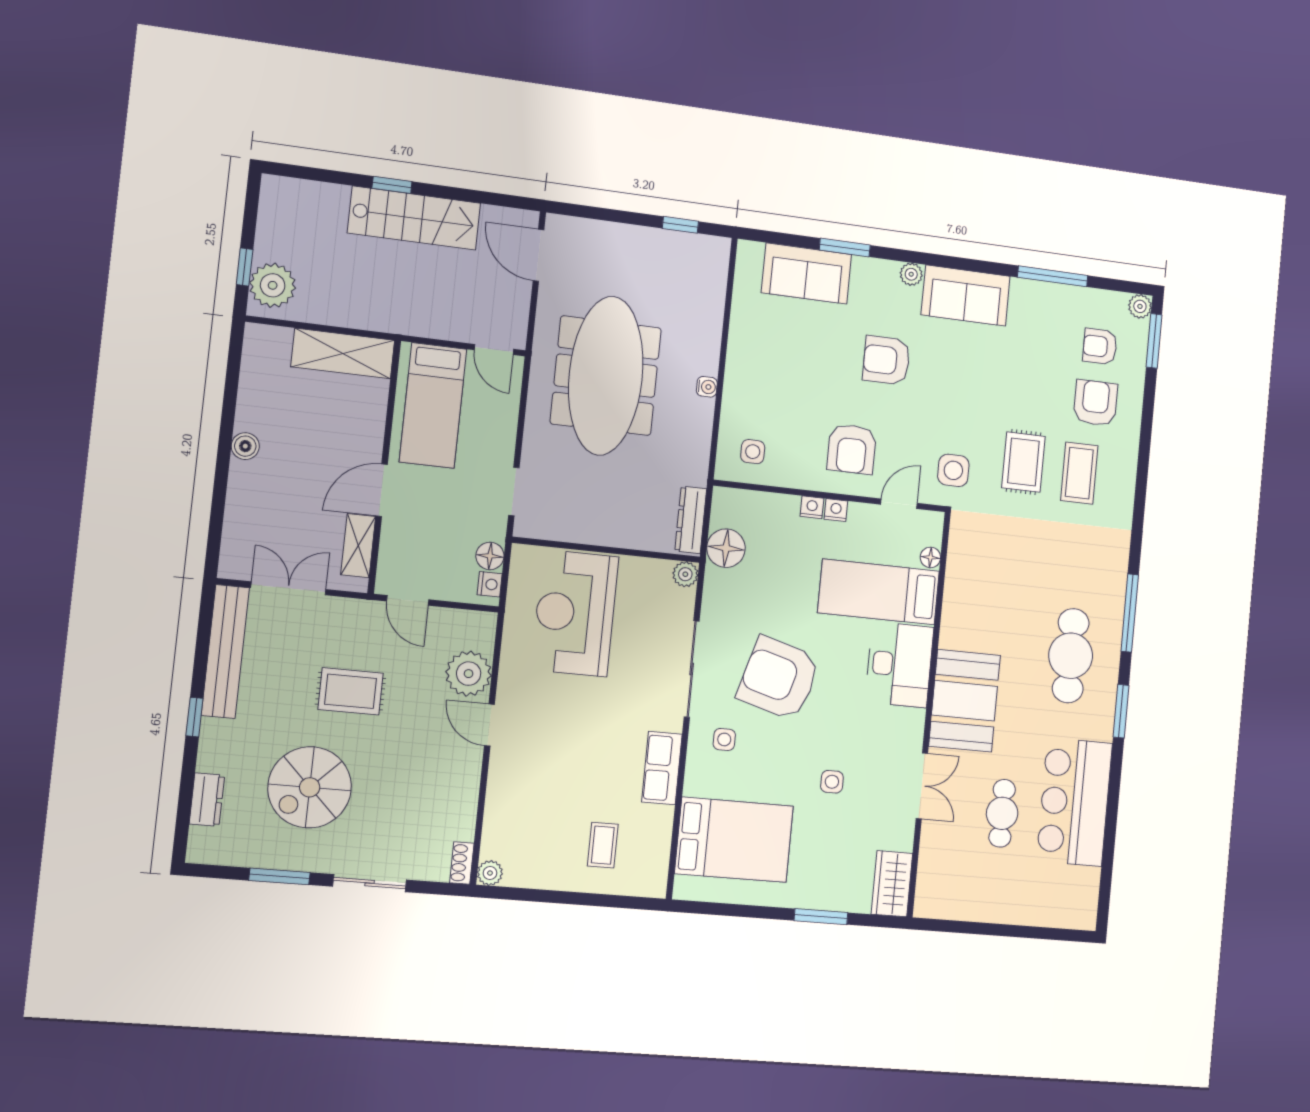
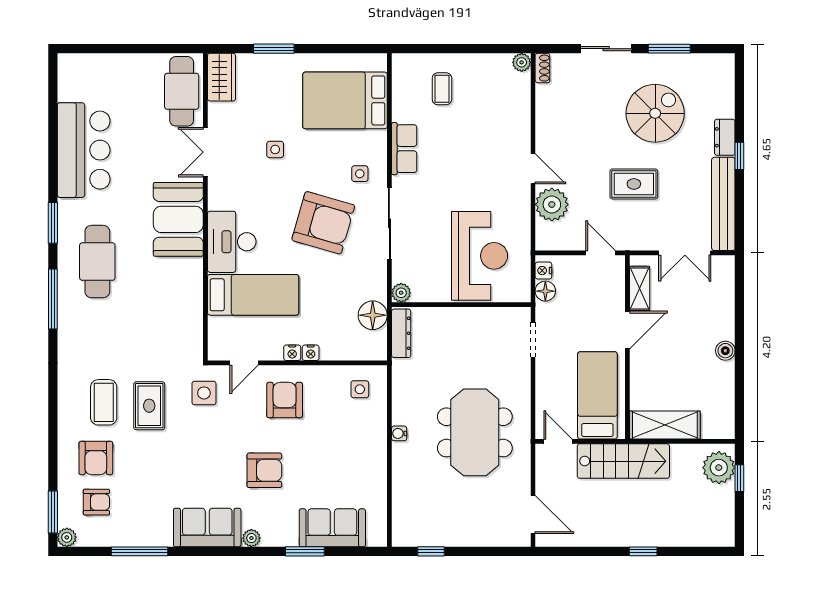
stairs: (414, 218) -> (623, 461), moved, turned 180
meeting table: (606, 376) -> (475, 432), width x0.73
floor lamp: (930, 557) -> (216, 325), removed
dresser: (207, 800) -> (725, 137), moved
cafe table: (1002, 813) -> (182, 91), moved, width x1.37, depth x1.35

